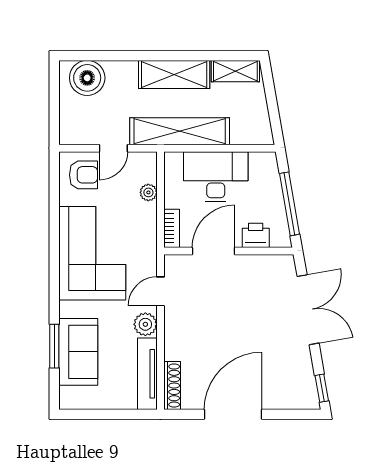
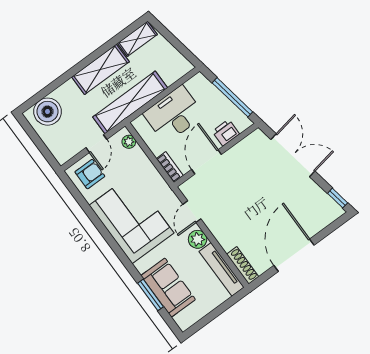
plant: (148, 192) -> (129, 142), moved

